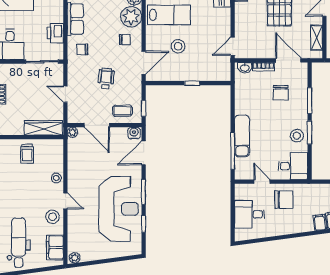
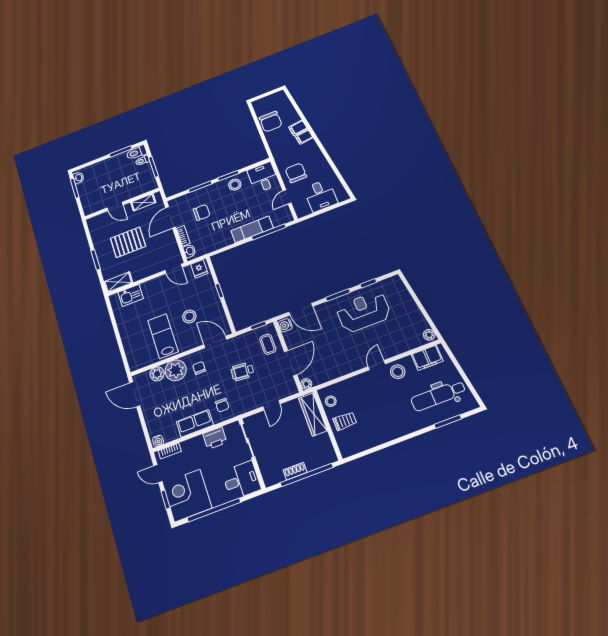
fridge: (222, 71) -> (199, 269), added
stool: (56, 178) -> (331, 401), moved
reception desk: (119, 209) -> (363, 312), width x0.74, depth x0.77

